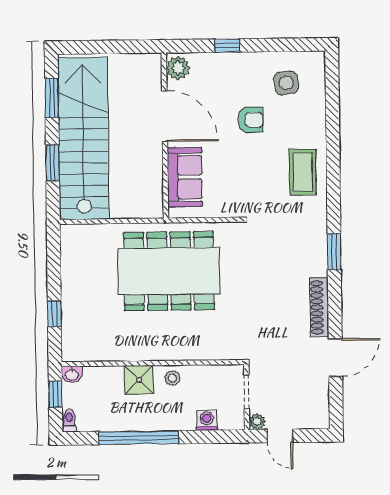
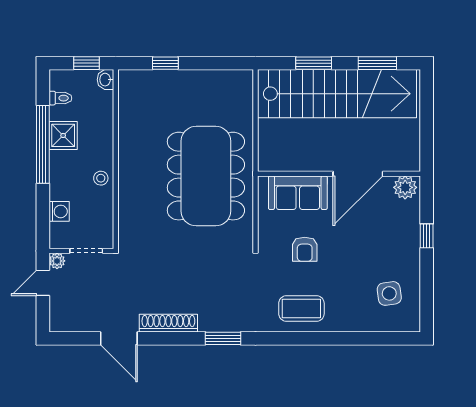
armchair: (250, 120) -> (305, 249), moved
shower: (139, 380) -> (63, 135), moved
toilet: (69, 421) -> (60, 98), moved

